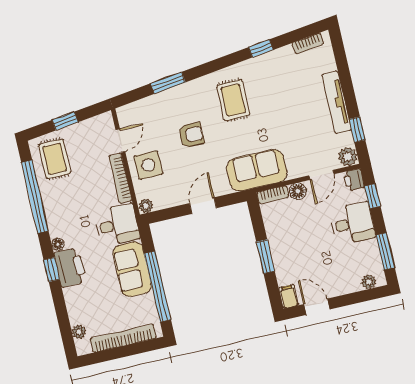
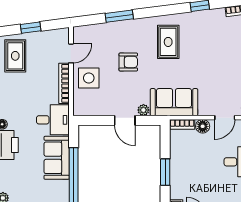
plant: (146, 206) -> (143, 110), moved
door: (203, 206) -> (125, 120), swing flipped

